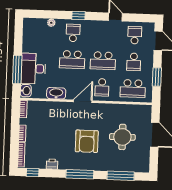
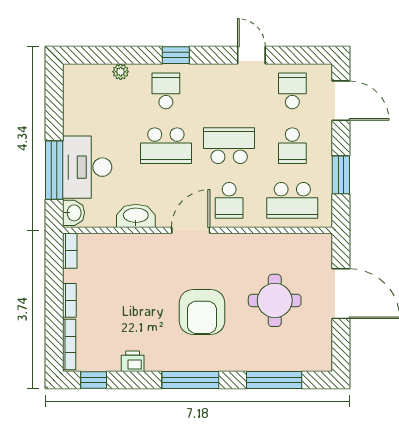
school desk: (103, 61) -> (229, 146), turned 180

